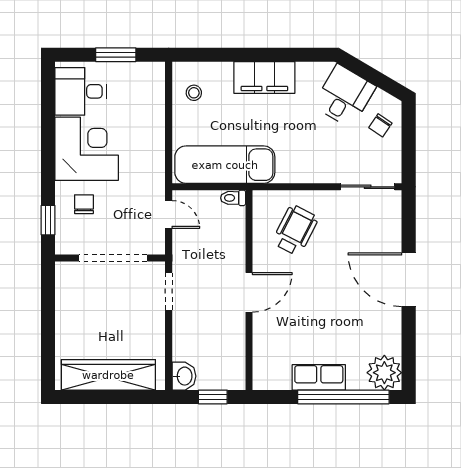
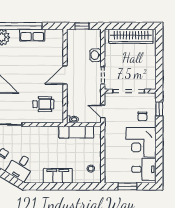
exam couch: (225, 165) -> (76, 132), width x0.73, depth x0.69
wheelchair: (295, 230) -> (43, 104), turned -117
washbasin: (184, 376) -> (95, 55), moved

